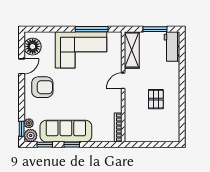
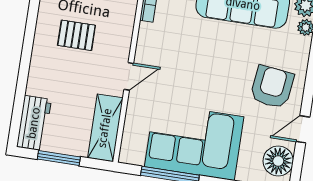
armchair: (42, 87) -> (272, 87), turned 97
pallet: (156, 99) -> (76, 35), turned 90

